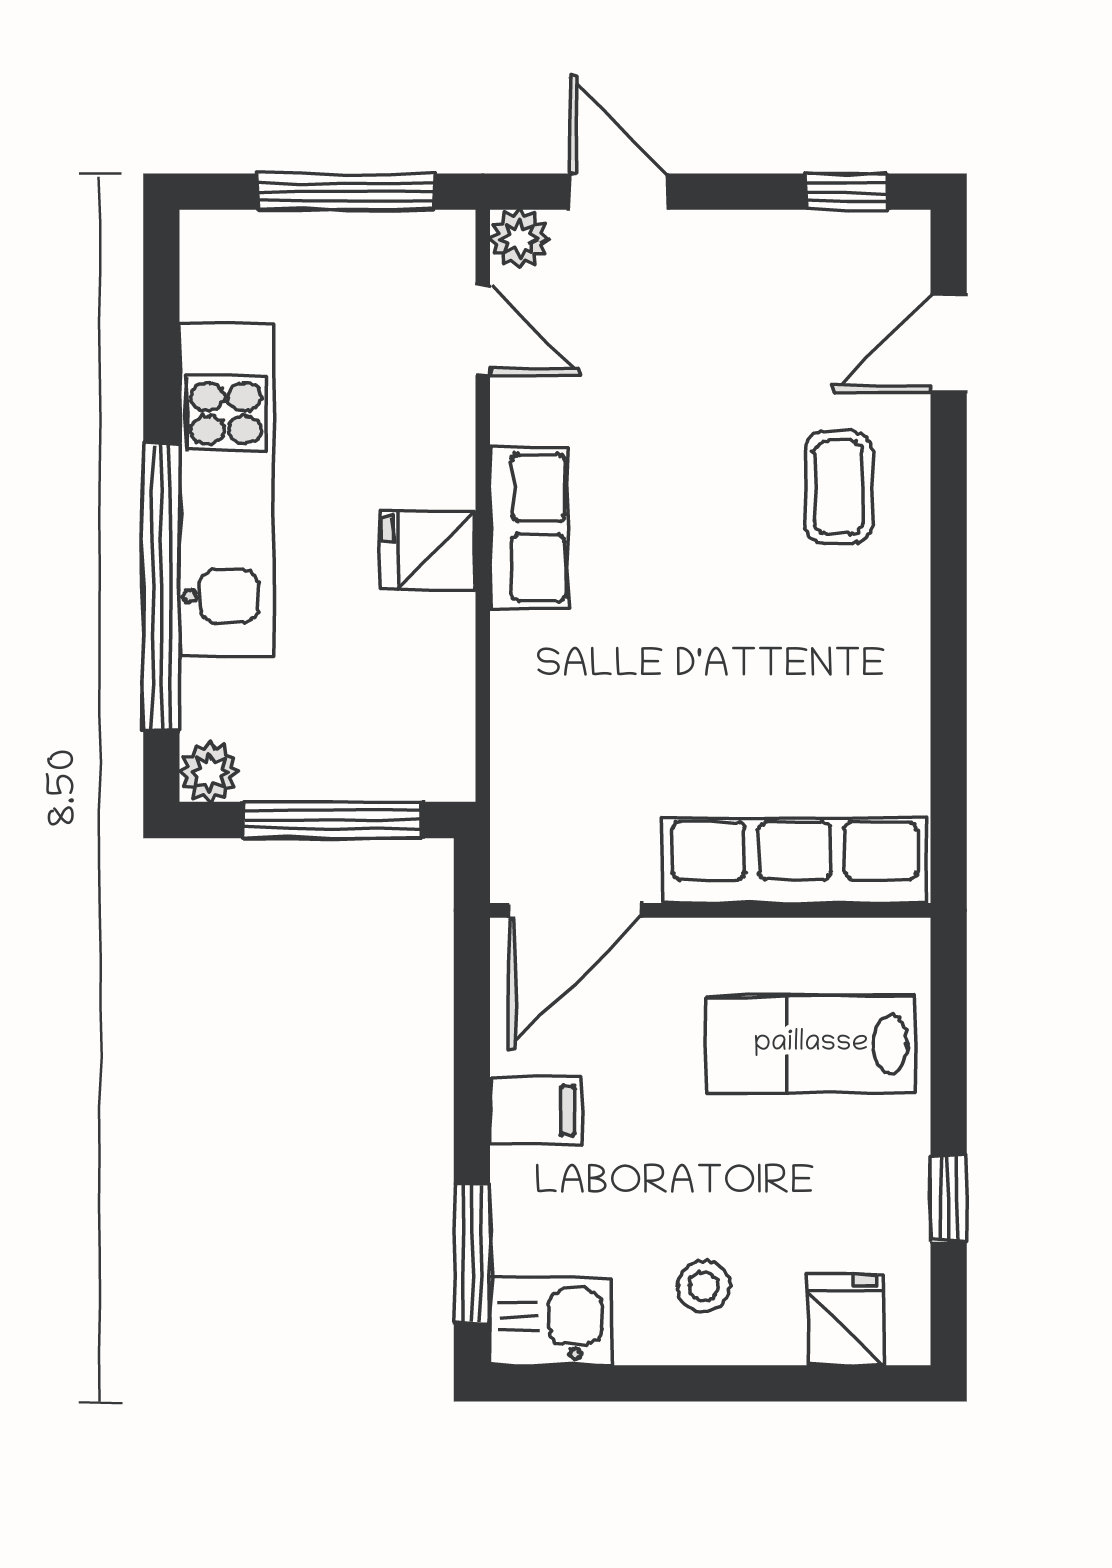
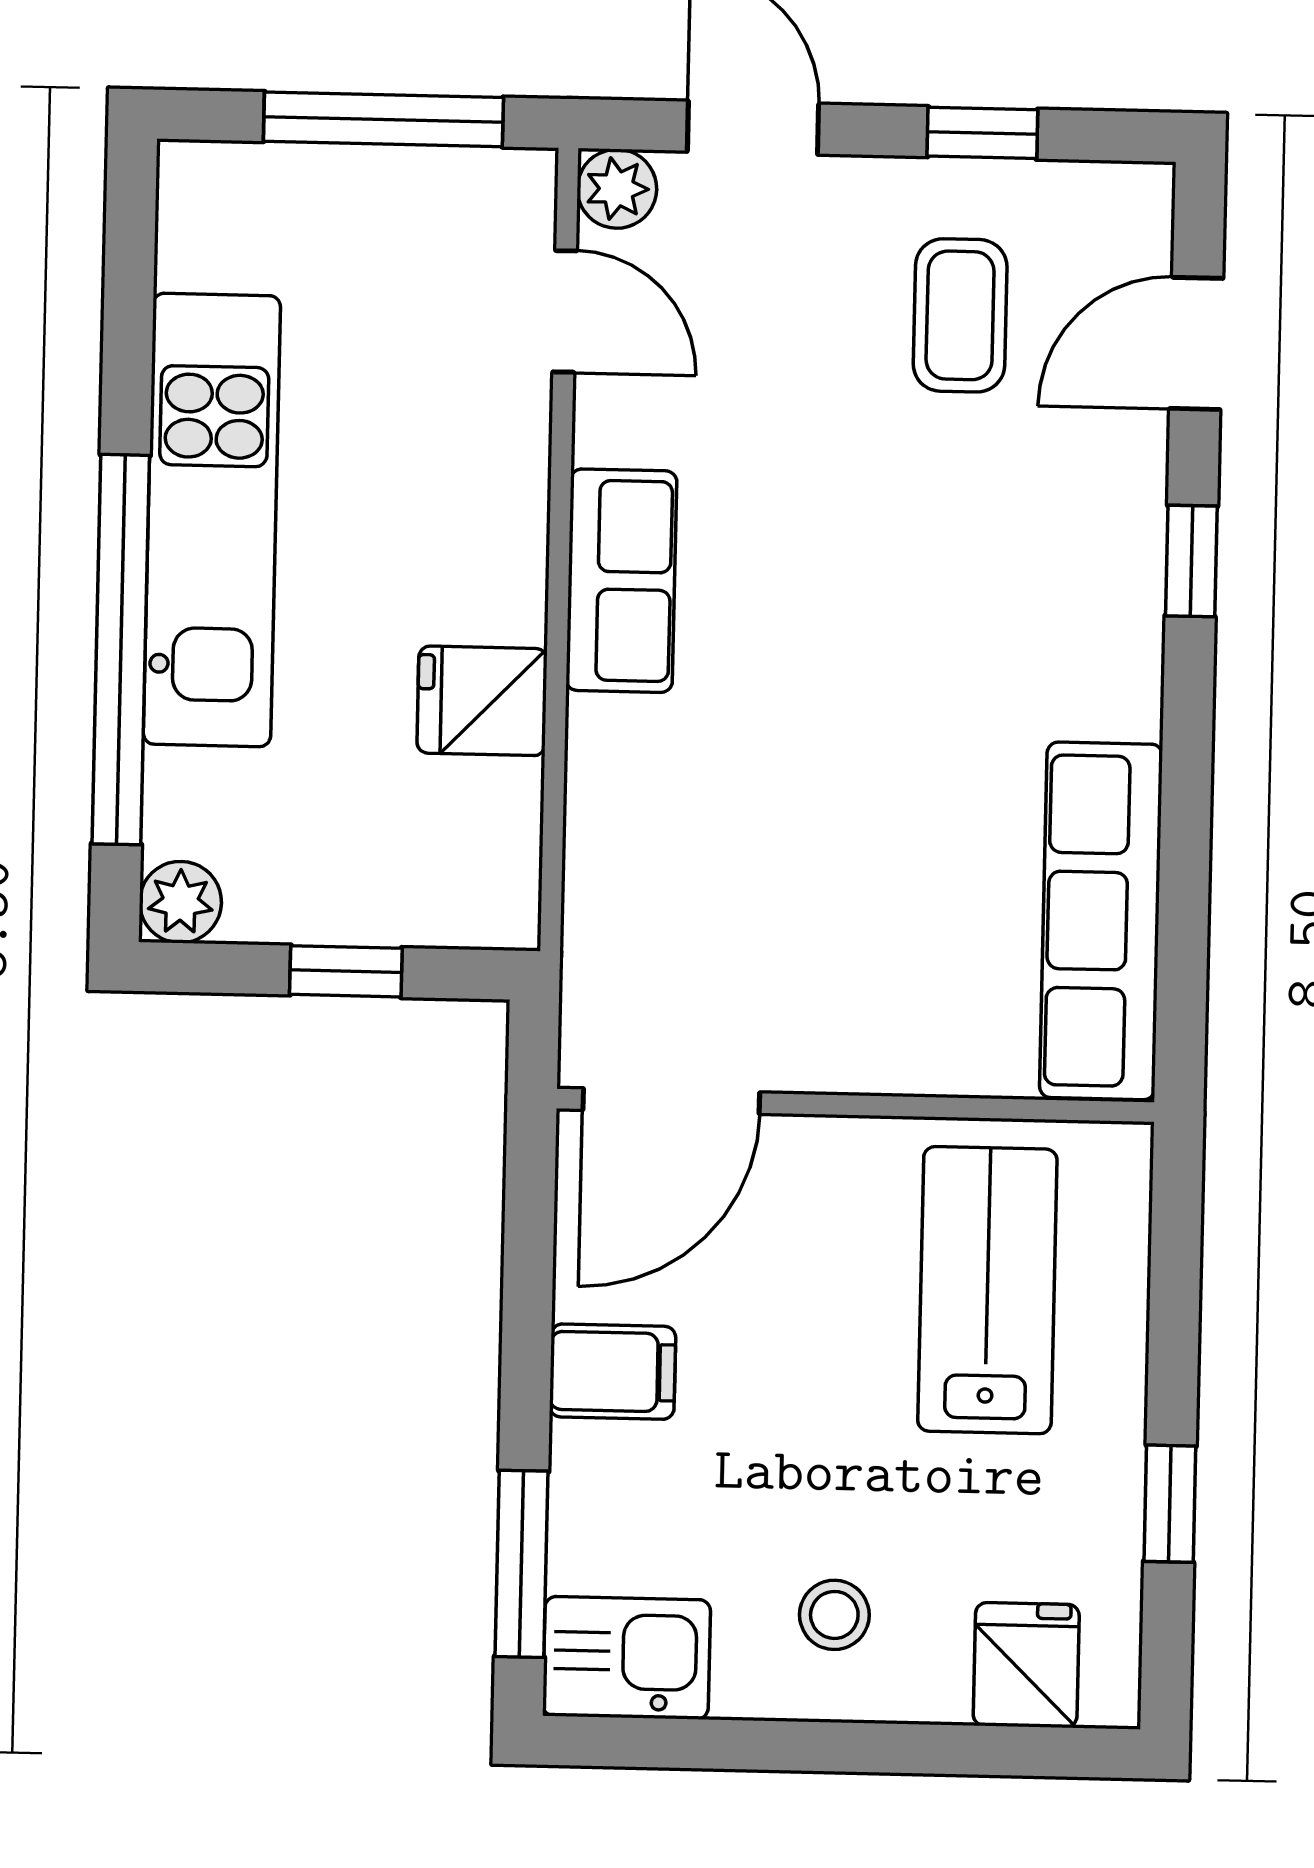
window: (847, 192) -> (982, 133), moved
coffee table: (838, 487) -> (960, 315), moved
window: (949, 504) -> (1191, 561), added
fridge: (428, 550) -> (482, 701), moved
window: (333, 820) -> (346, 971), width x0.46
row of seats: (794, 861) -> (1101, 921), moved, turned -90
lab bench: (811, 1044) -> (987, 1290), turned 90

